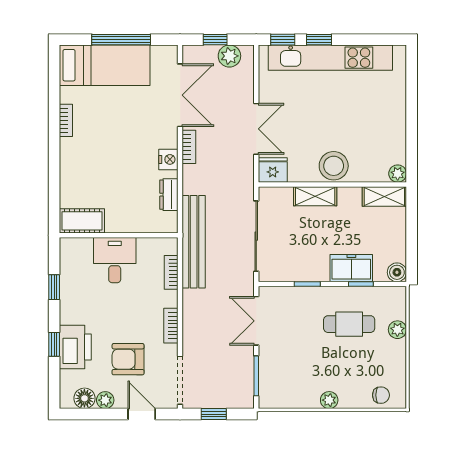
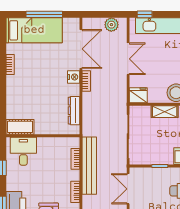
window: (215, 40) -> (103, 14), removed
window: (319, 40) -> (167, 14), removed
double door: (256, 129) -> (128, 59), moved
nightstand: (168, 159) -> (74, 77), moved
dresser: (169, 195) -> (74, 111), width x1.44
bench: (194, 242) -> (89, 166), moved
desk: (115, 260) -> (23, 151), moved

